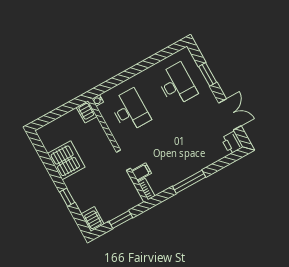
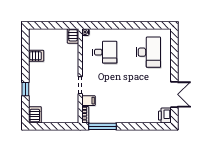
window: (208, 74) -> (174, 57), removed
desk: (130, 110) -> (105, 52), width x0.73
server rack: (66, 160) -> (36, 56), width x0.46, depth x0.70
window: (189, 182) -> (102, 126), moved
window: (121, 220) -> (55, 126), removed

